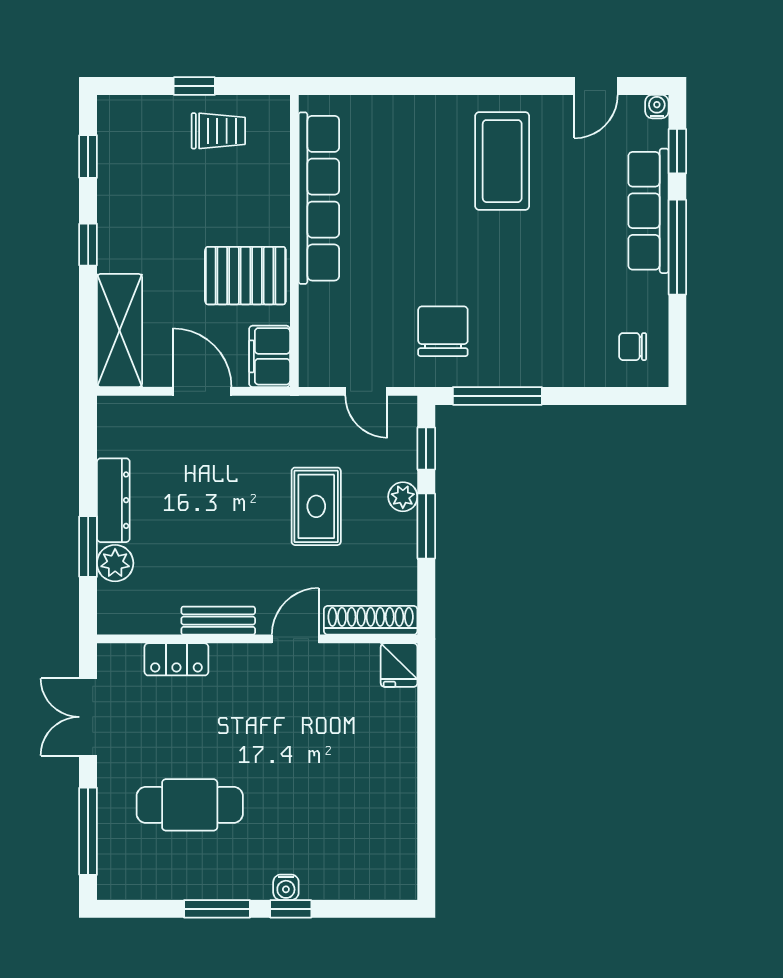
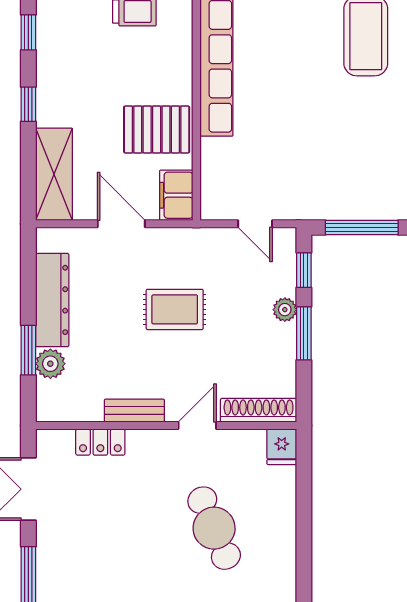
chair: (443, 331) -> (317, 175), removed
dresser: (113, 500) -> (52, 300), width x1.37, depth x1.24
rug: (316, 506) -> (175, 309), moved, turned 90
cafe table: (190, 805) -> (214, 528), moved, turned 67

